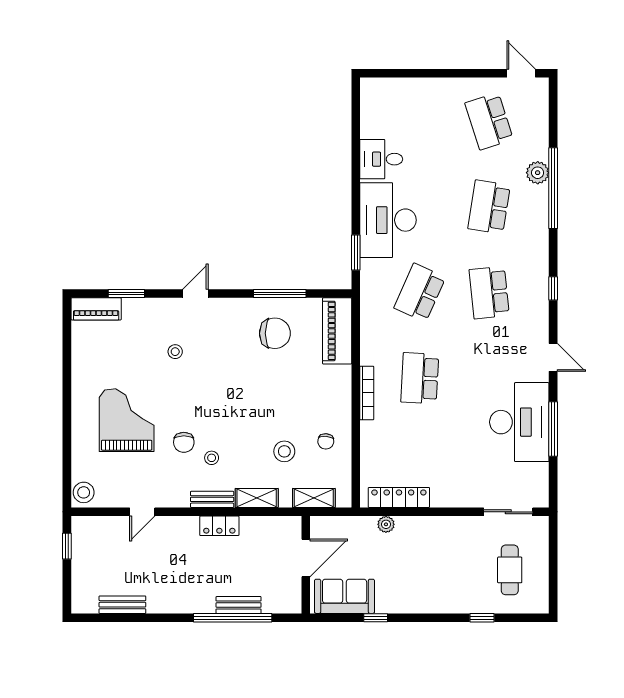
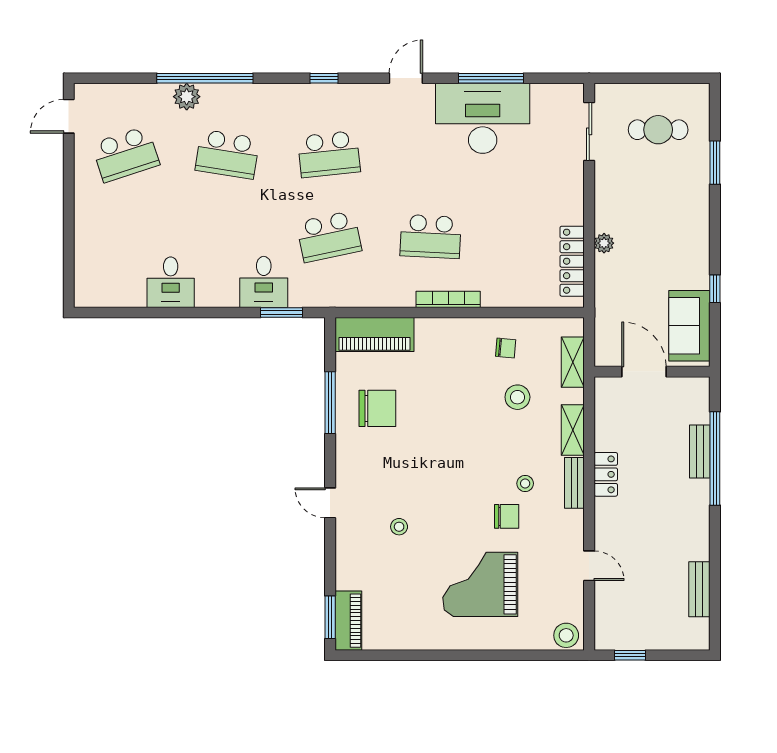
desk: (388, 220) -> (264, 282), width x0.53, depth x0.77
school desk: (420, 293) -> (329, 236), turned -36
window: (126, 294) -> (330, 617), moved
chair: (275, 333) -> (377, 408), turned 90
plant: (386, 524) -> (604, 243), moved
window: (482, 618) -> (715, 163), width x1.50

